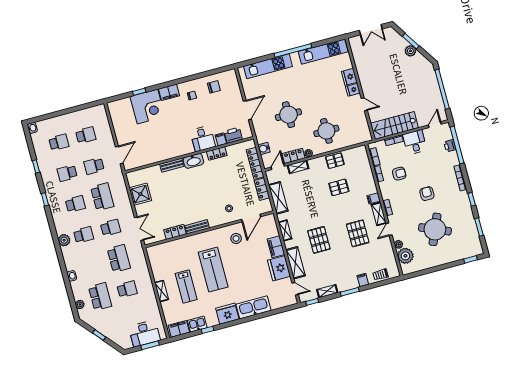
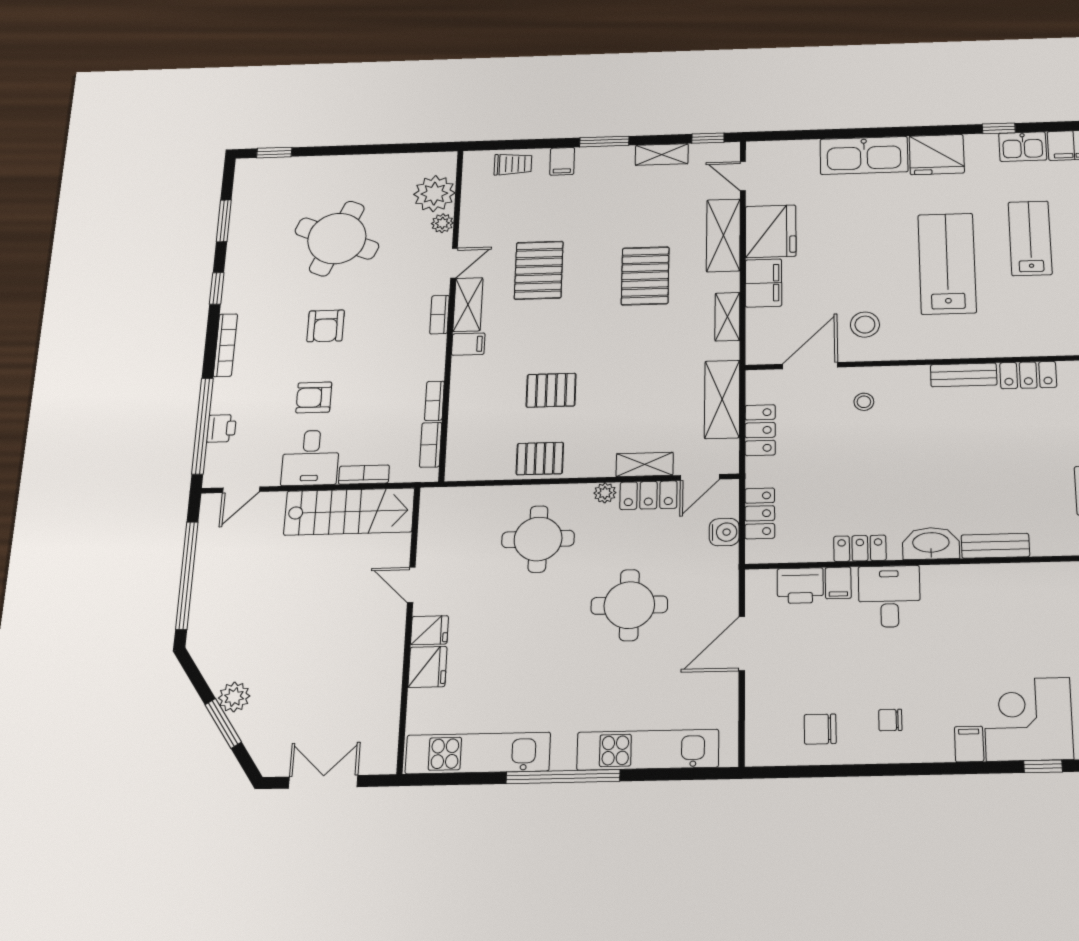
filing cabinet: (169, 92) -> (969, 744), width x0.50
locker: (255, 163) -> (760, 513), width x0.66
armchair: (399, 174) -> (314, 397), moved

